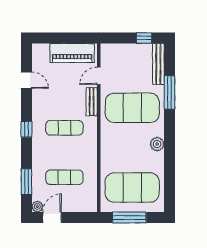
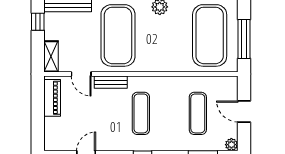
shelving: (114, 50) -> (51, 56), added
piano: (72, 53) -> (52, 98), width x0.73, depth x0.75
door: (52, 217) -> (244, 111), moved

